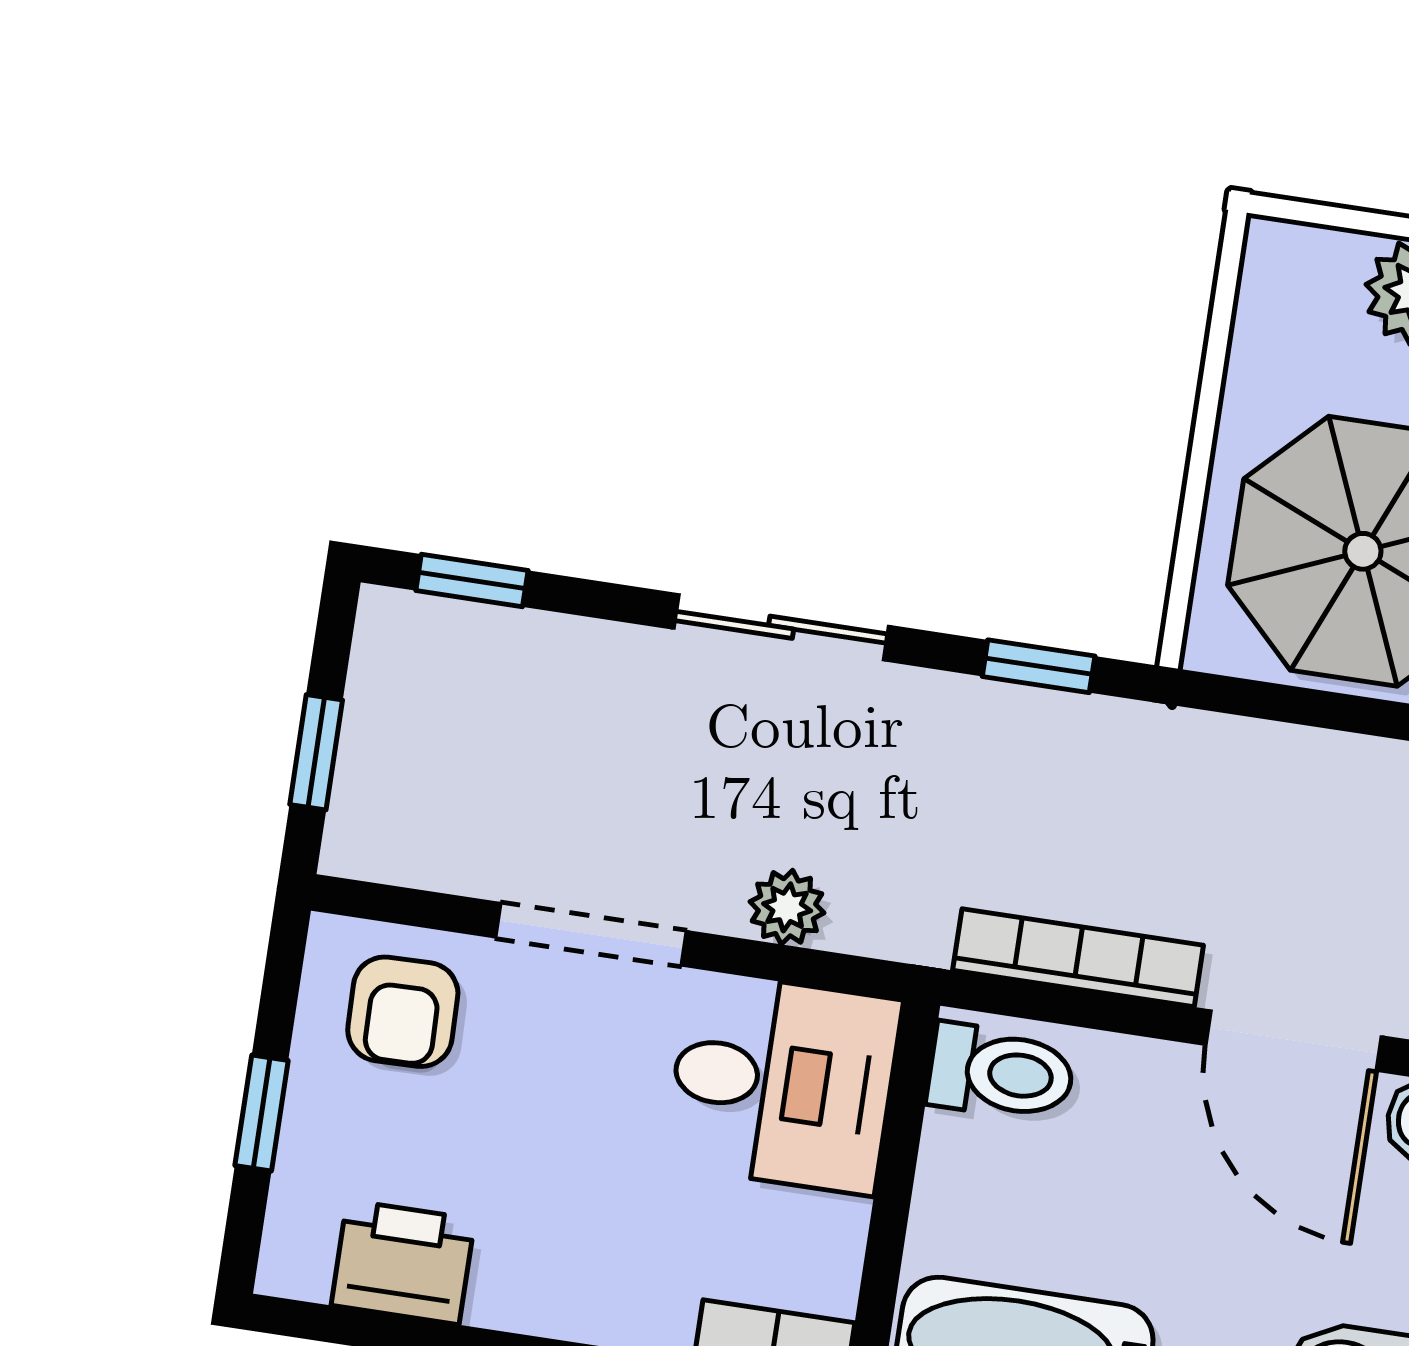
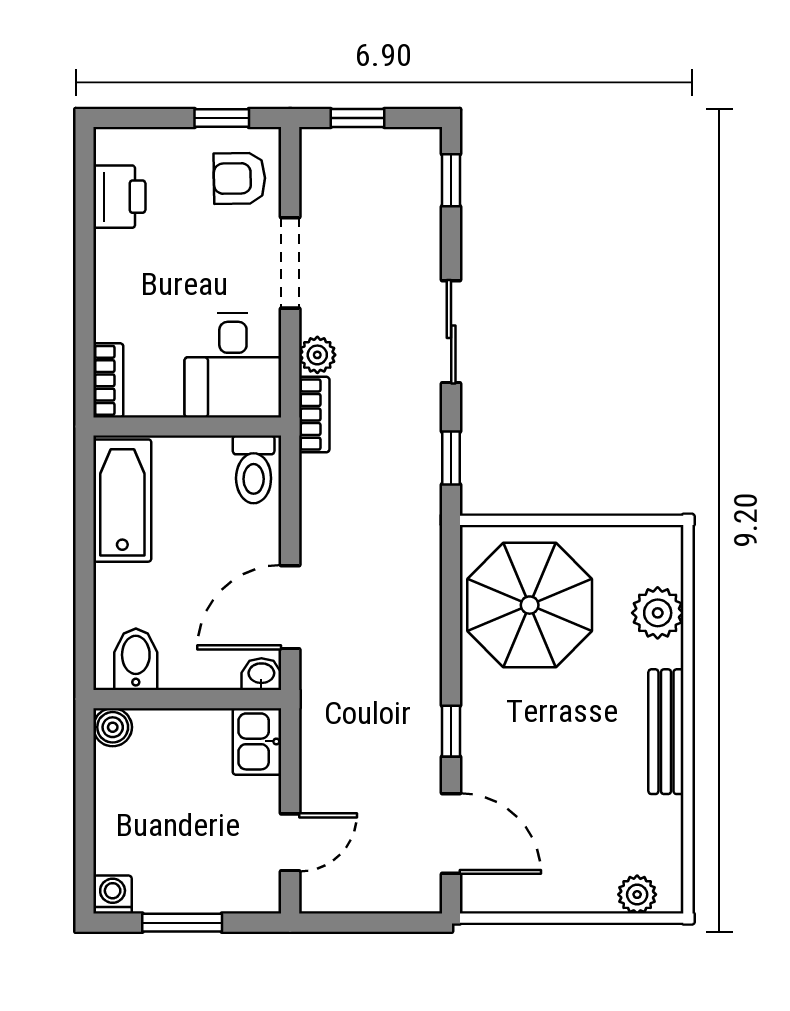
bookcase: (1078, 958) -> (314, 415), moved, width x0.64
window: (262, 1113) -> (222, 118), moved

